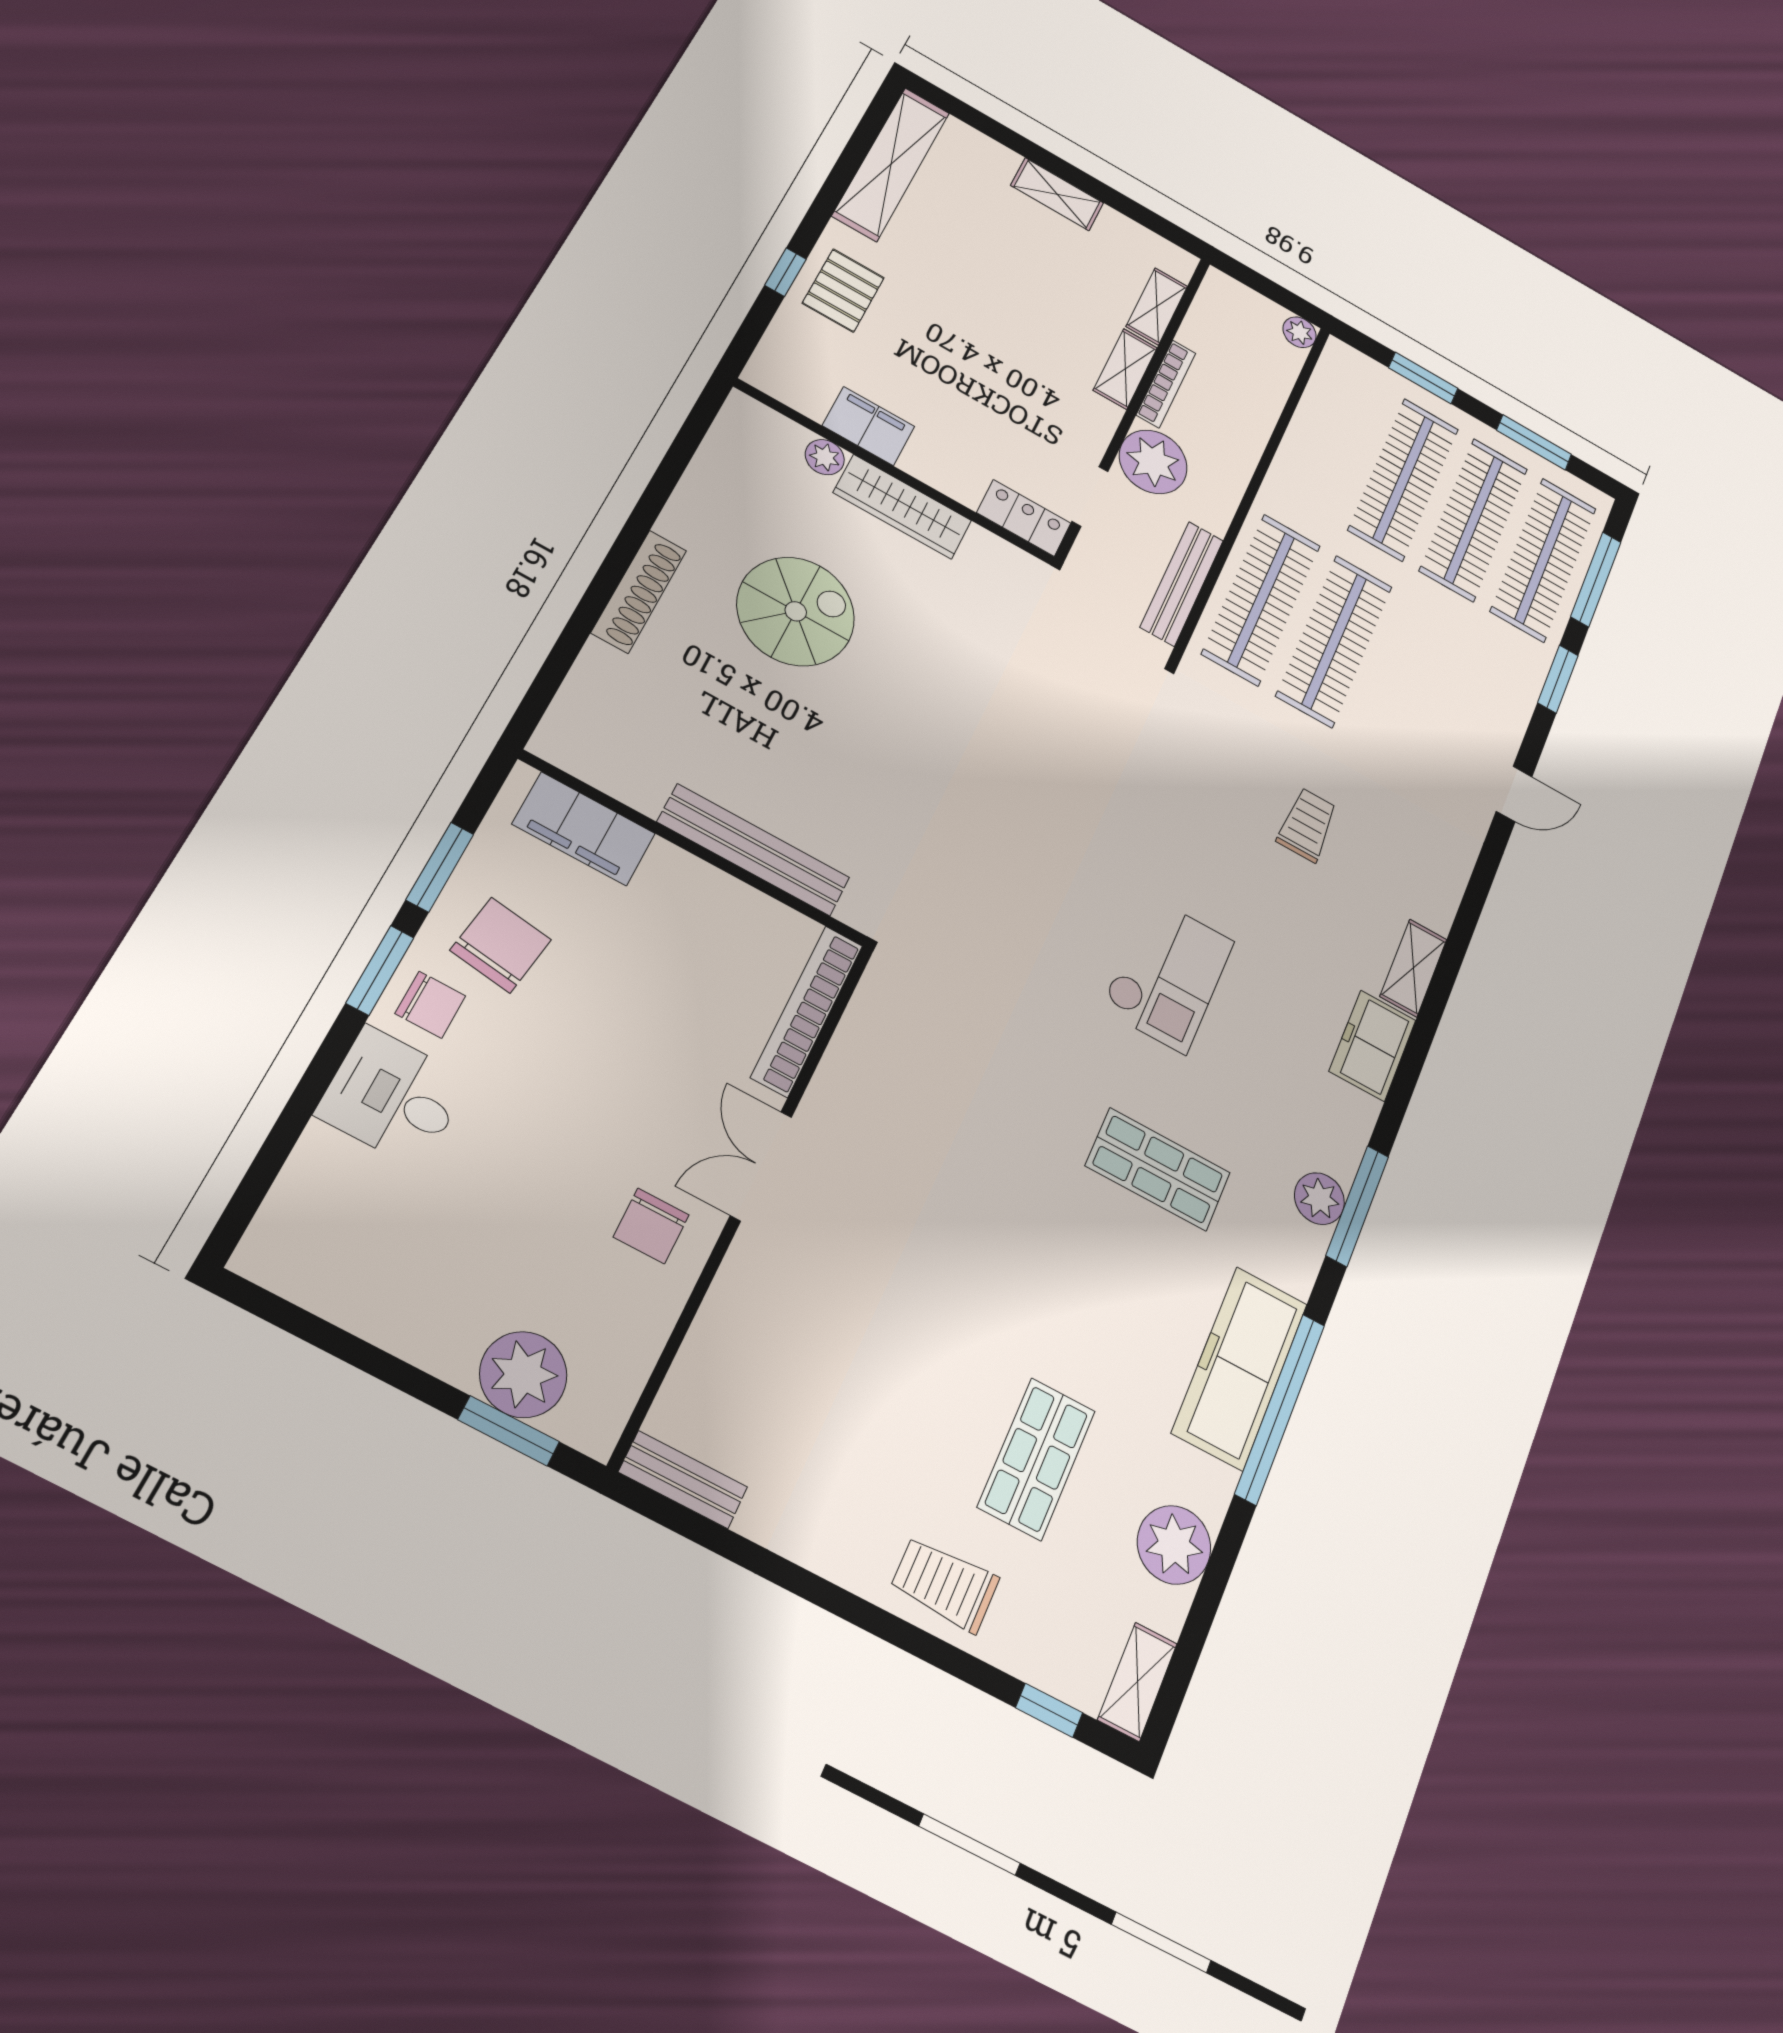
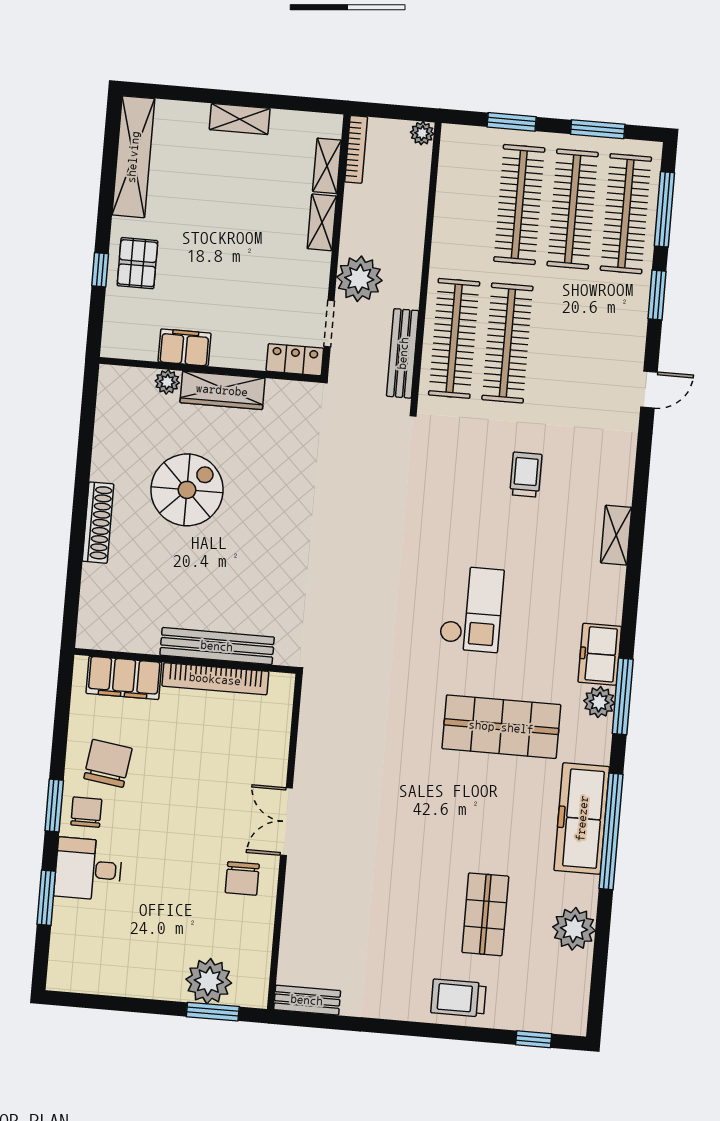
bookcase: (1166, 384) -> (356, 149), moved
window: (440, 867) -> (46, 898), moved
chair: (430, 1005) -> (86, 812), turned -90
bookcase: (807, 1011) -> (215, 679), moved, turned -90
freezer: (1373, 1046) -> (600, 654), moved
shop shelf: (1158, 1169) -> (501, 727), width x1.43, depth x1.36
shelving: (1137, 1682) -> (576, 1007), removed

